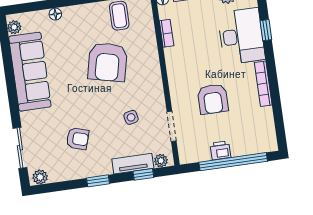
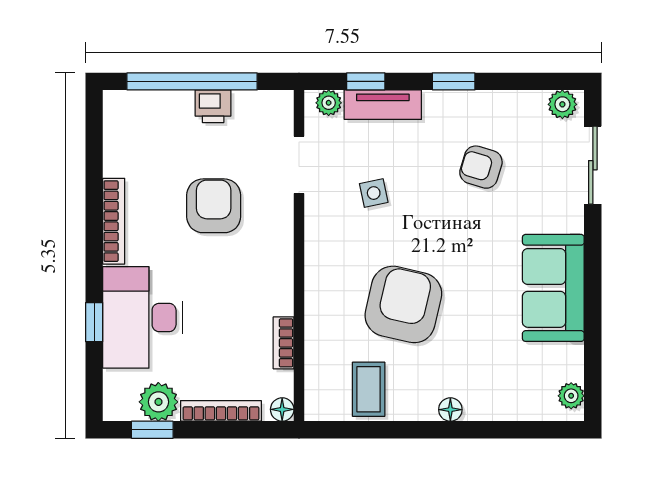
floor lamp: (55, 14) -> (450, 410), moved
sofa: (30, 72) -> (553, 288), width x0.73

